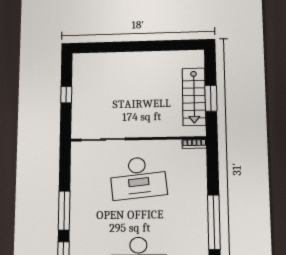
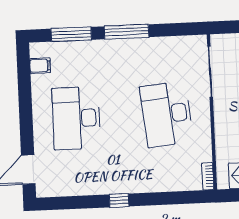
window: (214, 222) -> (119, 200), width x0.32

